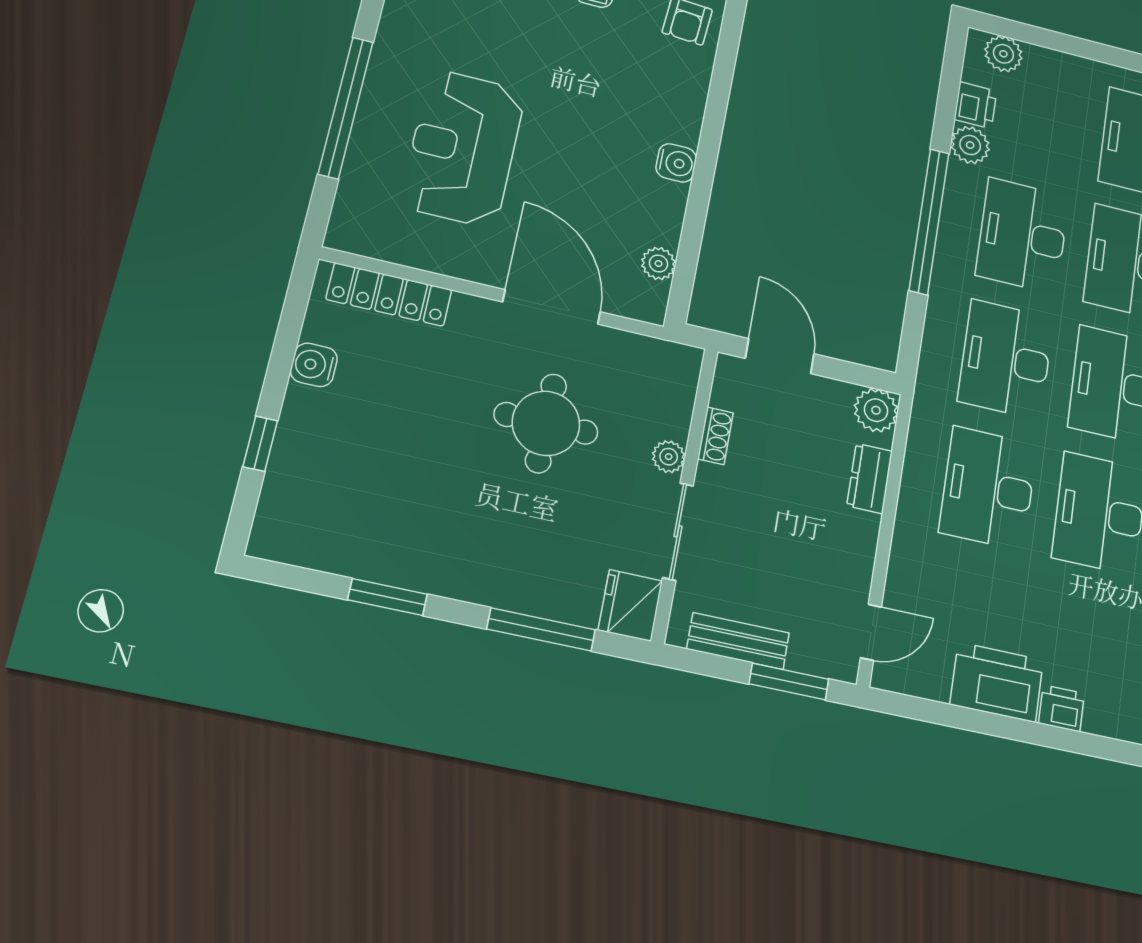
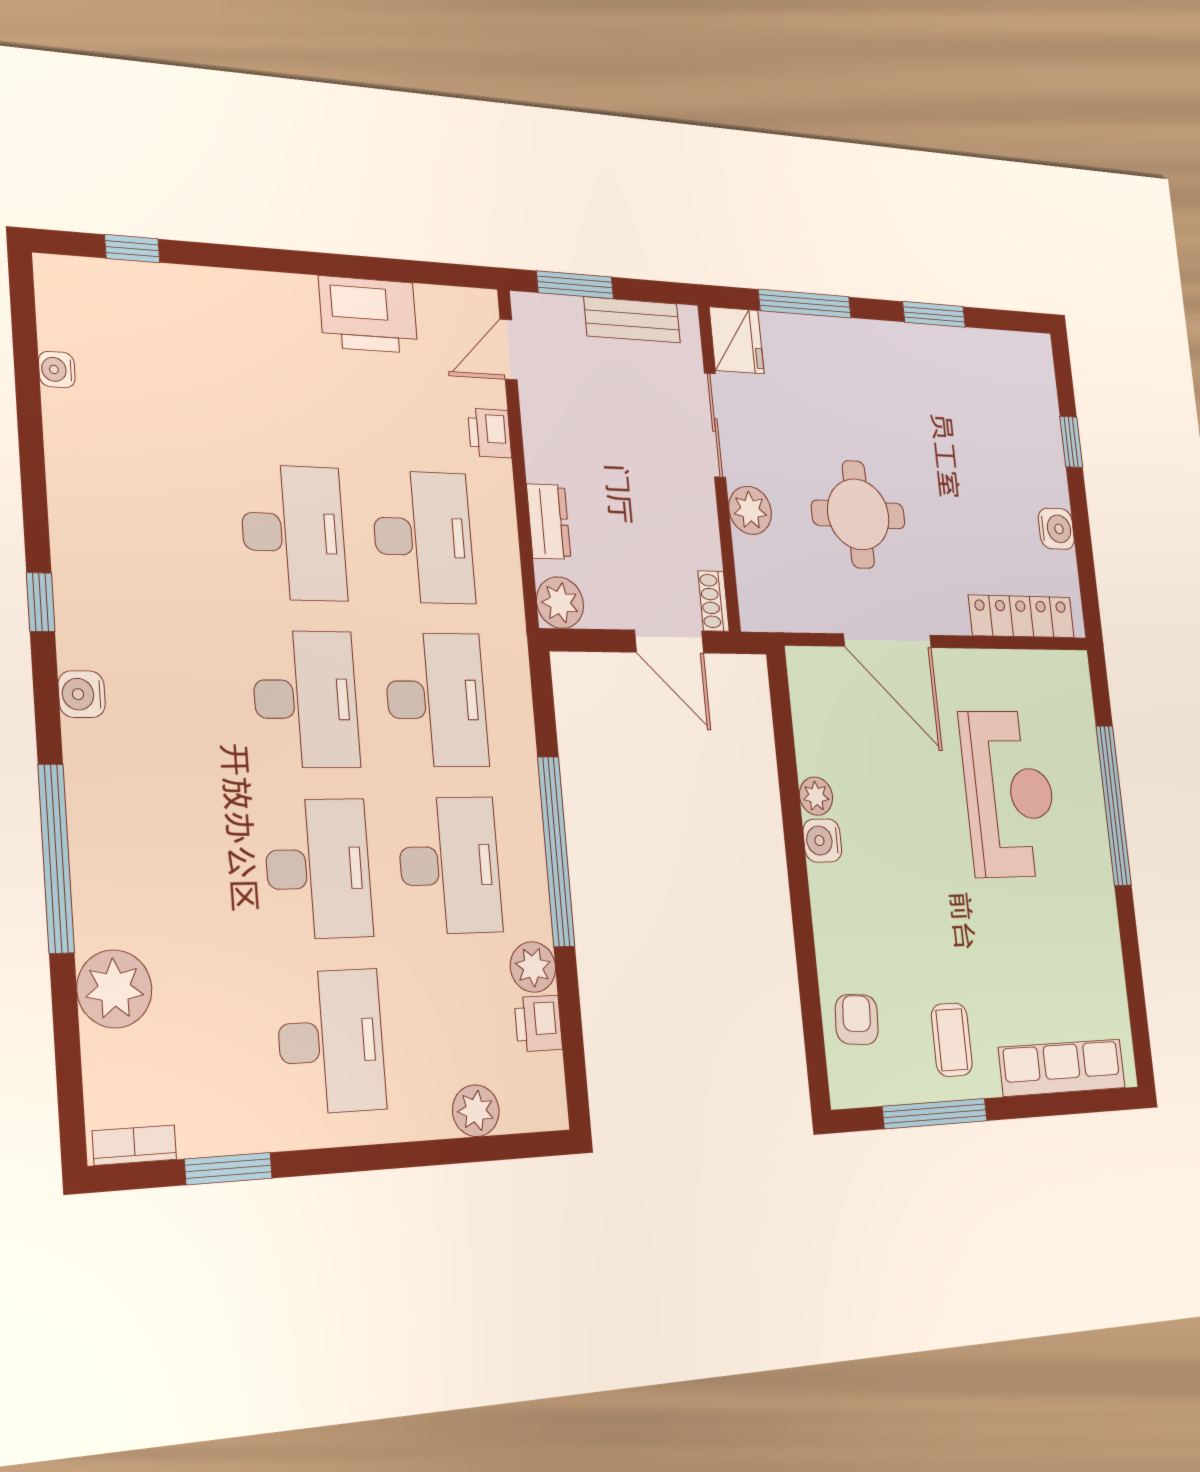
plant: (1003, 54) -> (476, 1111), moved
plant: (659, 263) -> (816, 796), moved
shoe rack: (715, 436) -> (713, 601), moved
plant: (669, 457) -> (750, 510), width x1.38, depth x1.38
printer: (1061, 708) -> (490, 433), moved, turned 90

